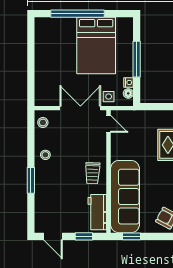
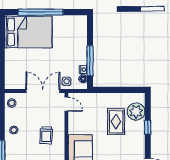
bed: (96, 46) -> (28, 32), moved, turned -90
window: (137, 59) -> (90, 61), moved
trolley: (93, 173) -> (46, 135), moved

